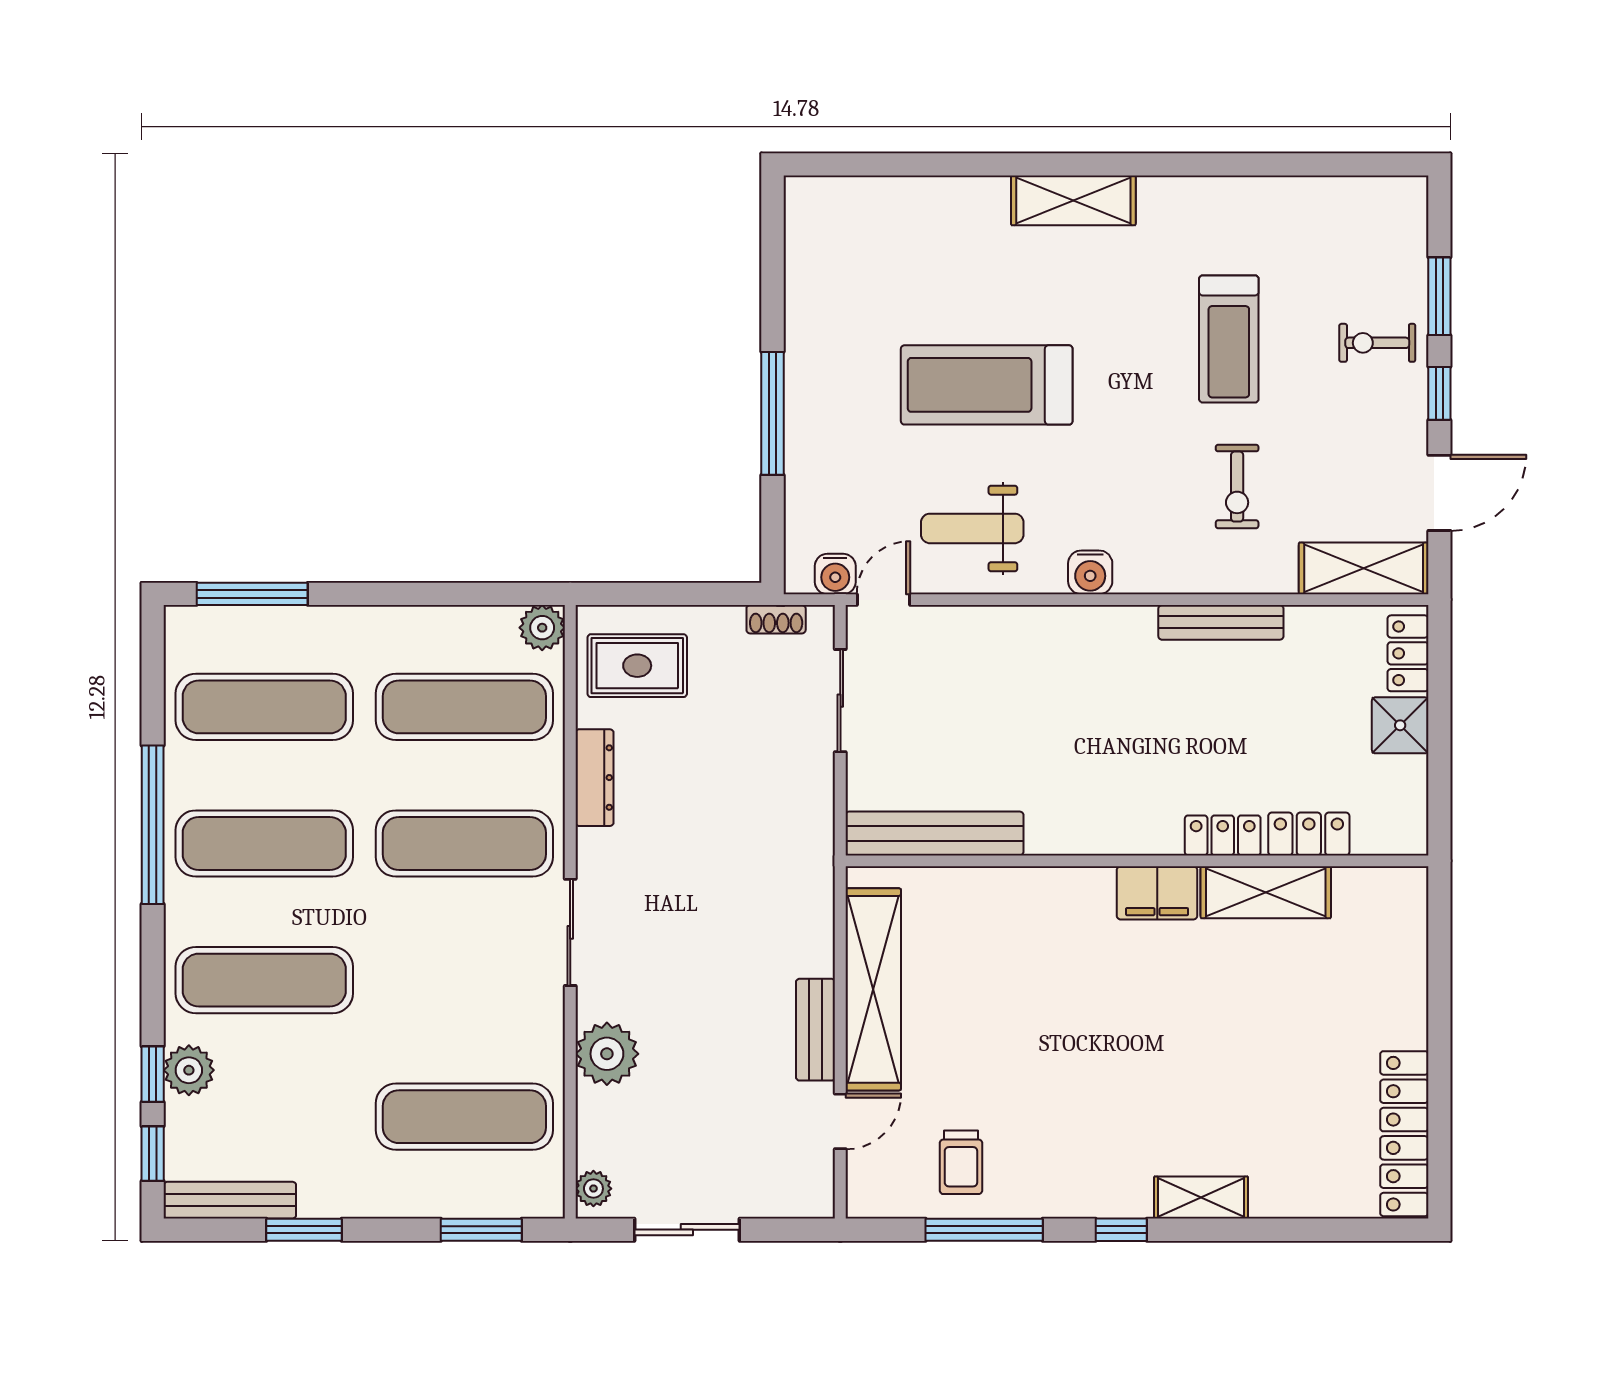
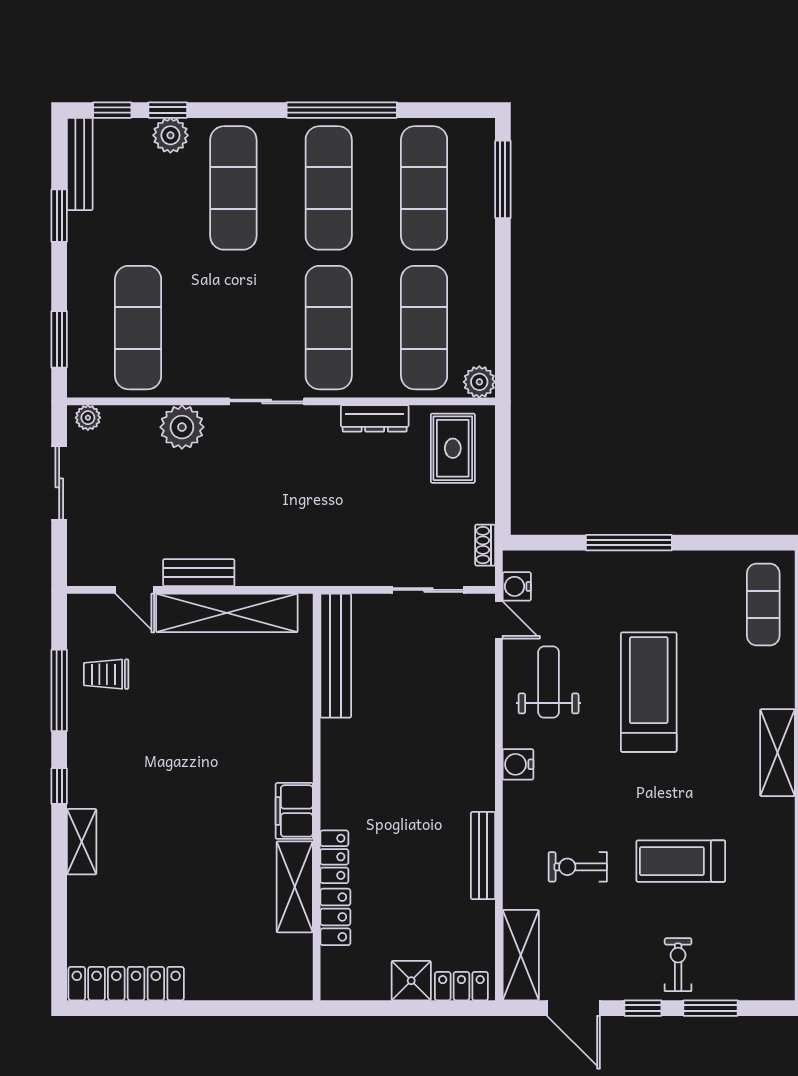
exercise mat: (861, 221) -> (763, 605), added

